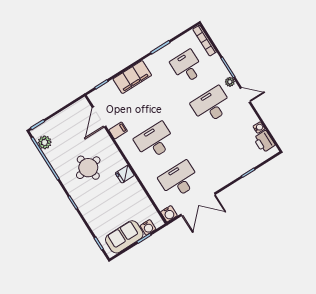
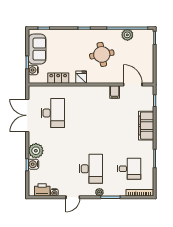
door: (245, 95) -> (73, 197), moved
desk: (155, 141) -> (91, 113), removed
plant: (45, 142) -> (127, 35), moved
plant: (228, 173) -> (36, 151), added
locker: (140, 197) -> (58, 78), added
water cooler: (169, 214) -> (34, 164), moved

